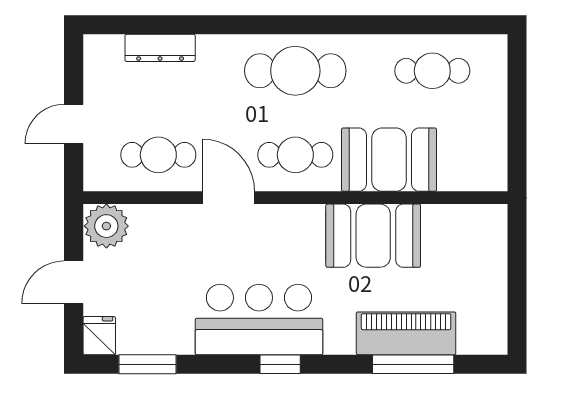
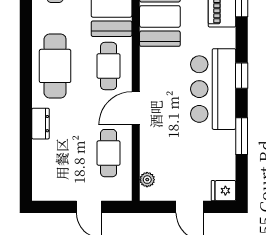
dresser: (160, 48) -> (41, 124), moved, width x0.70
plant: (106, 226) -> (147, 180), width x0.53, depth x0.53
window: (147, 364) -> (242, 136), moved

